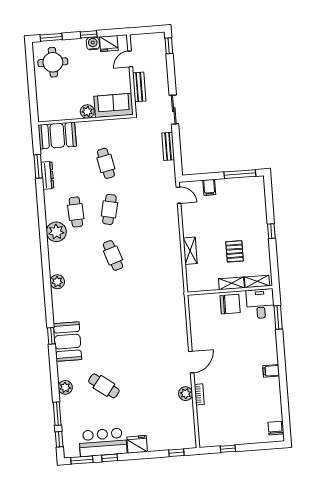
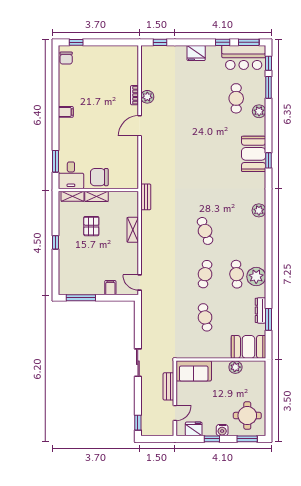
water cooler: (93, 44) -> (222, 430), moved
plant: (87, 112) -> (235, 367), moved
bench: (168, 146) -> (146, 197), moved
plant: (56, 232) -> (256, 277), moved
cafe table: (104, 386) -> (236, 98), moved, turned 53
bar counter: (103, 442) -> (244, 57), moved
window: (228, 449) -> (76, 42), moved

